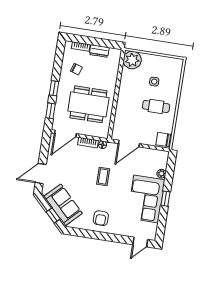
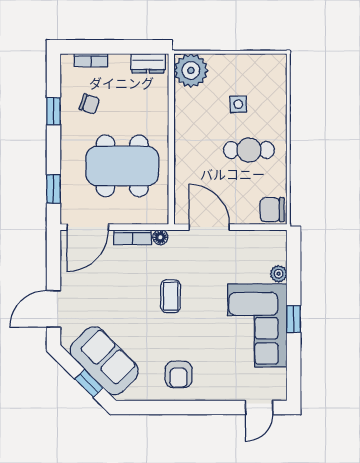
dresser: (99, 51) -> (148, 63), moved
window: (54, 88) -> (53, 111), moved
door: (129, 144) -> (209, 227), swing flipped

